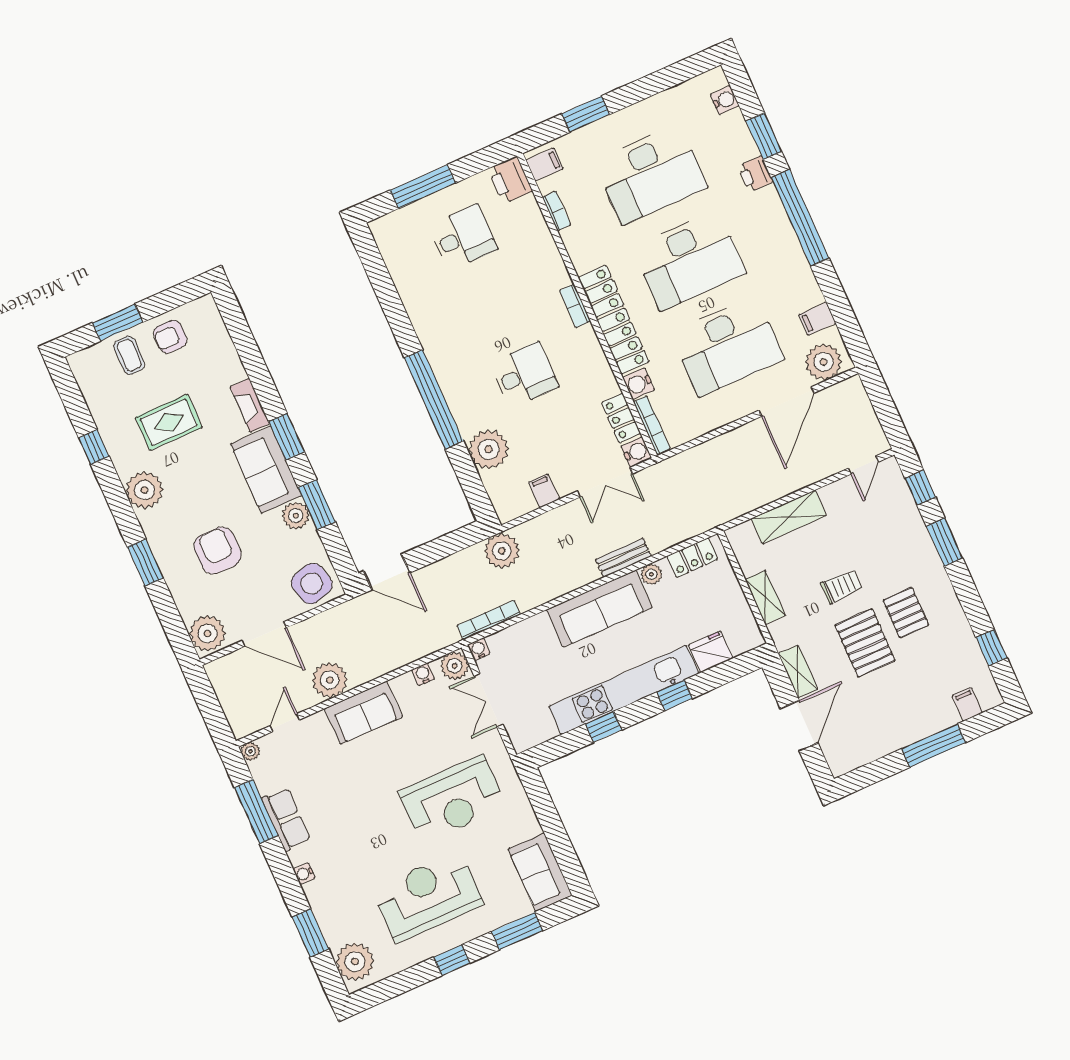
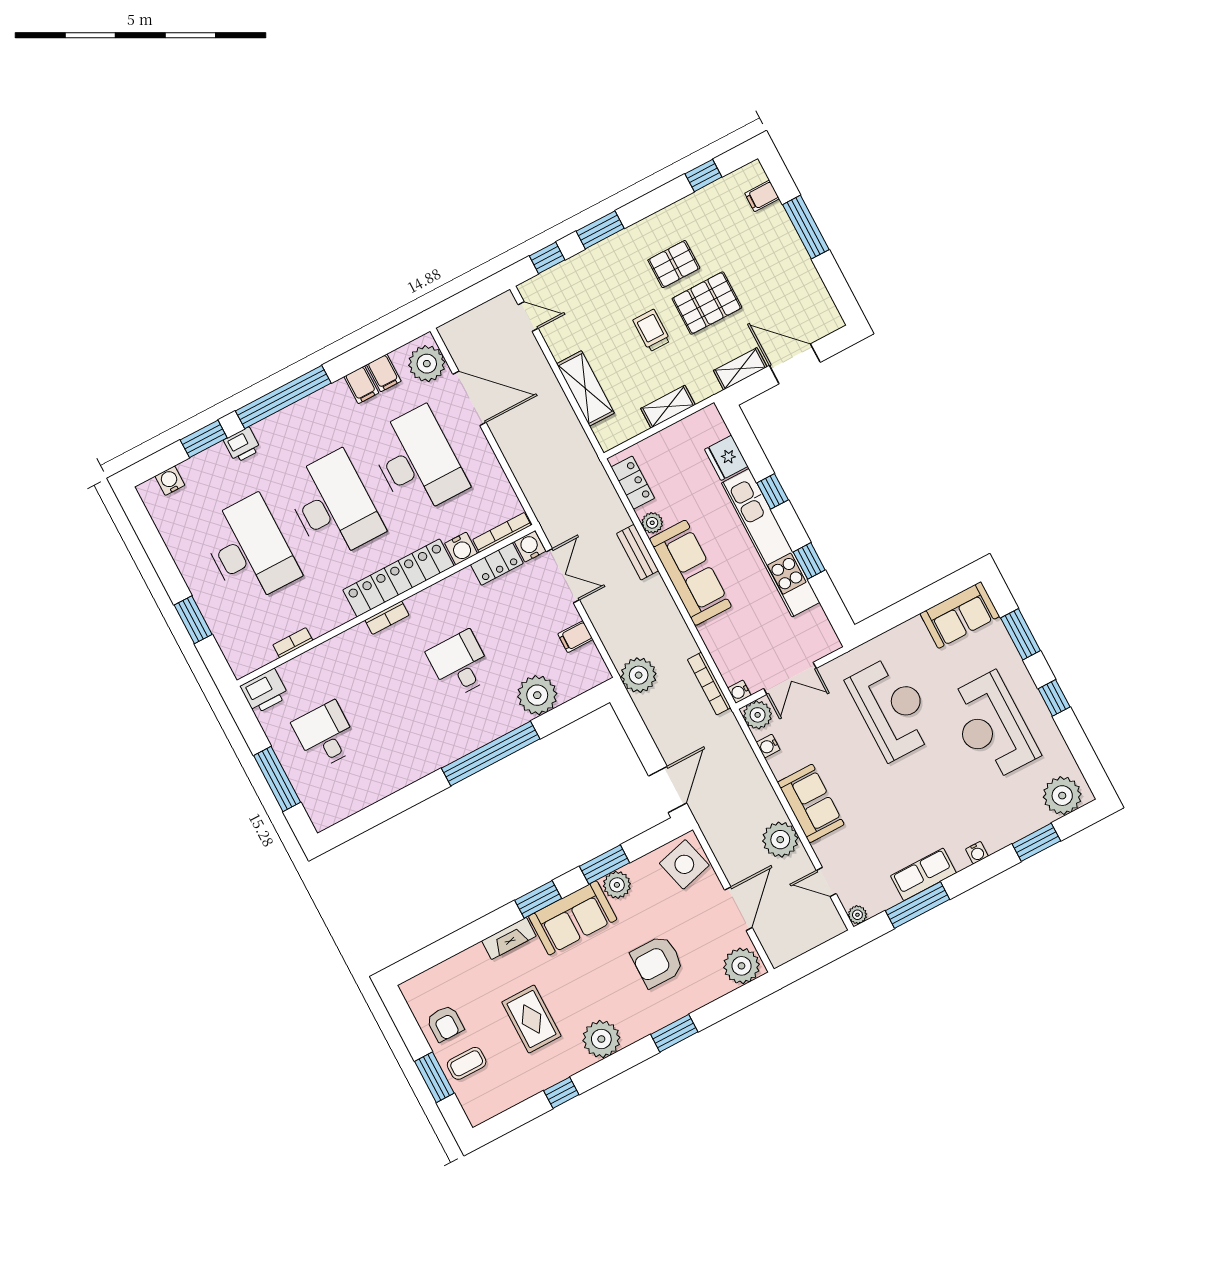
filing cabinet: (544, 164) -> (361, 385), moved, turned 180

